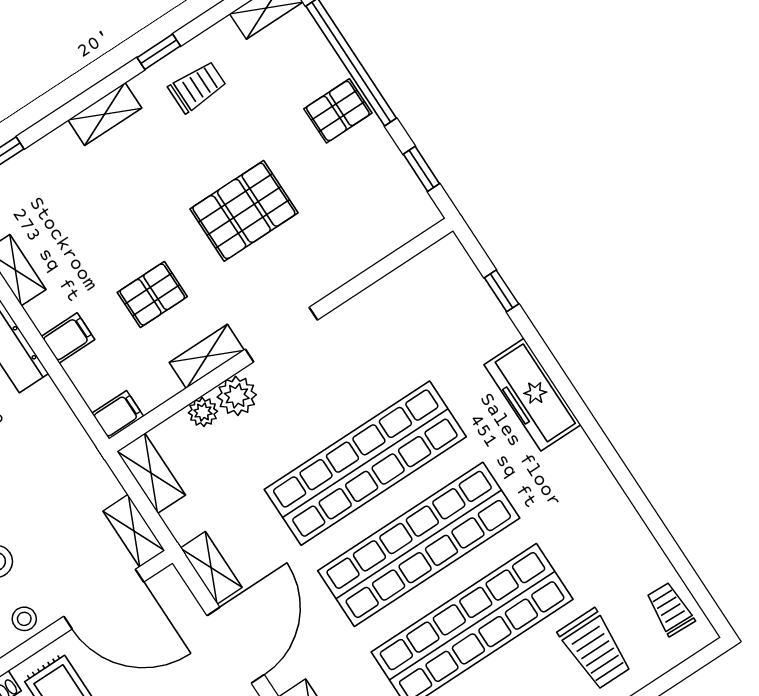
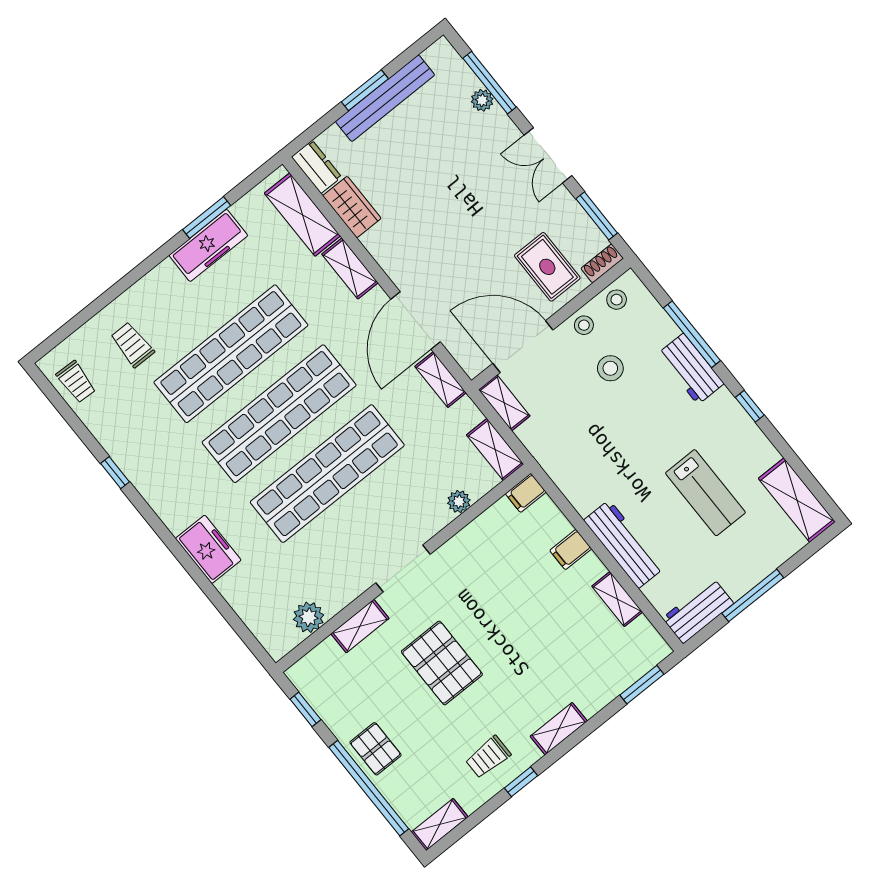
pallet: (338, 111) -> (376, 749), turned 90
pallet: (244, 211) -> (442, 663), turned 90
window: (501, 291) -> (115, 473), moved
pallet: (152, 295) -> (508, 590), removed
shelving: (207, 356) -> (360, 626), moved
freezer: (532, 395) -> (208, 549), width x0.71
plant: (237, 396) -> (309, 617), moved
trolley: (595, 649) -> (132, 345), width x0.73, depth x0.72

